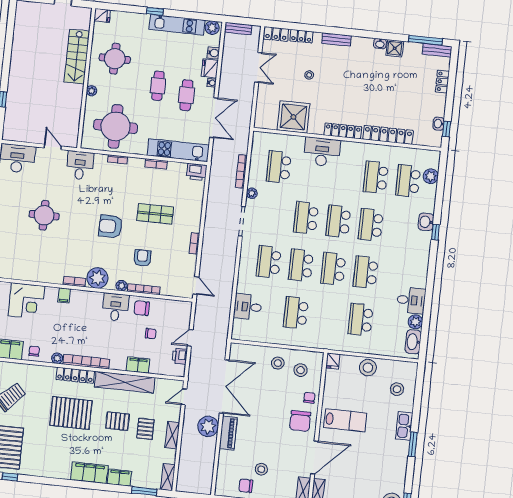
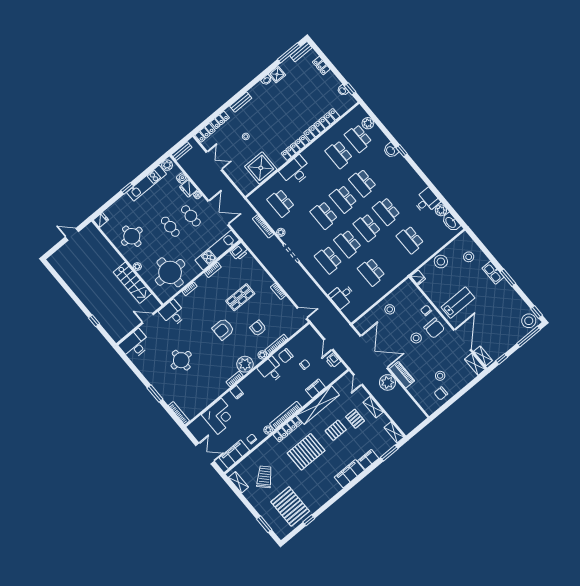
stairs: (77, 57) -> (132, 283), moved
stool: (301, 370) -> (416, 338), moved

